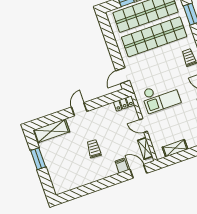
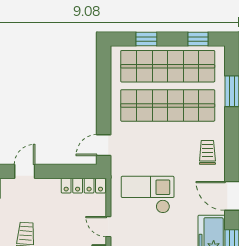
checkout: (161, 97) -> (148, 195), turned 180
locker: (124, 104) -> (83, 186), width x1.53

